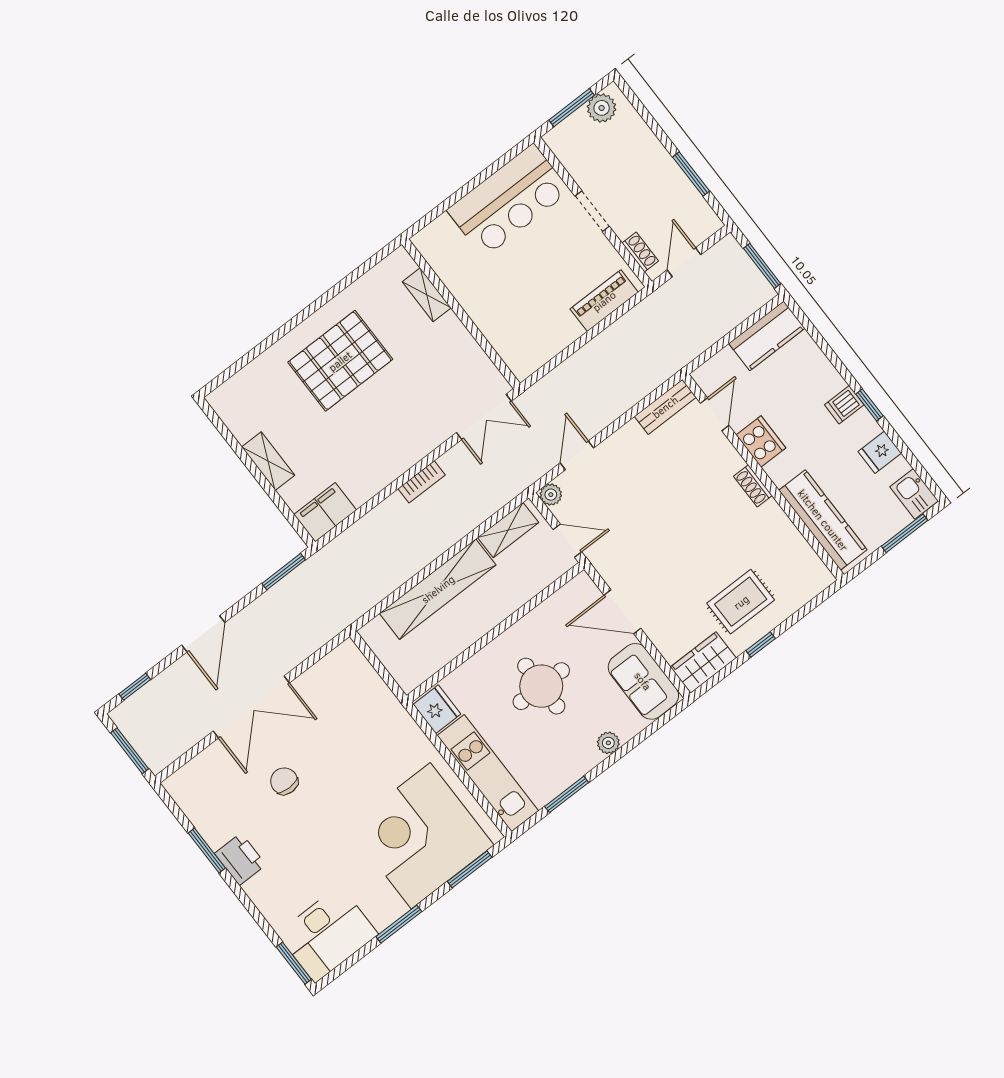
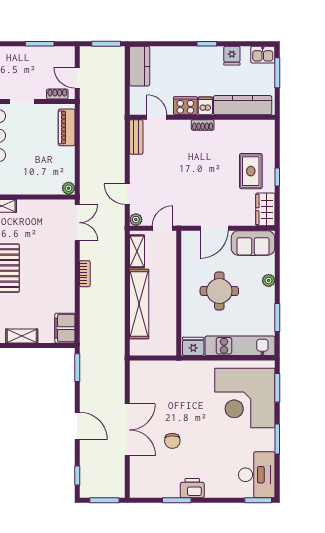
plant: (522, 368) -> (69, 188), added
dishwasher: (844, 405) -> (205, 106), moved, turned 180
chair: (284, 781) -> (172, 441), turned -90

